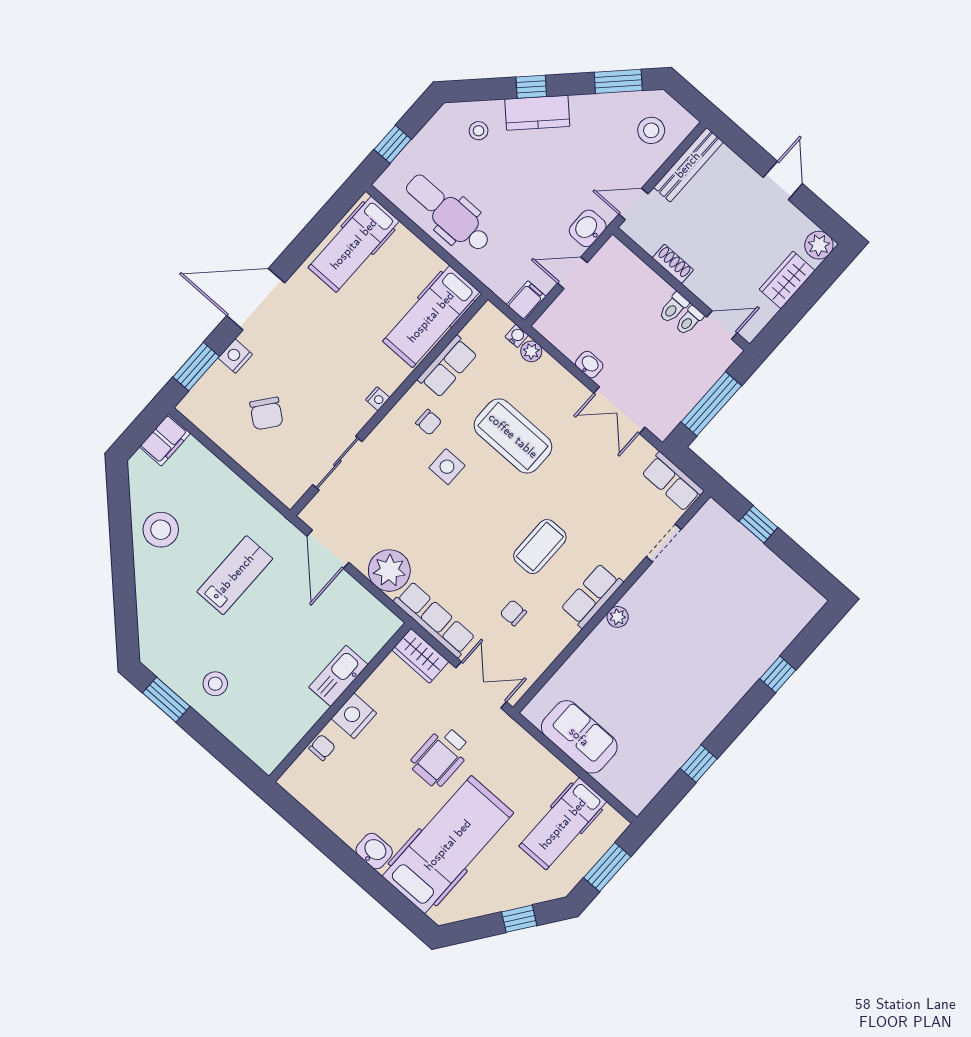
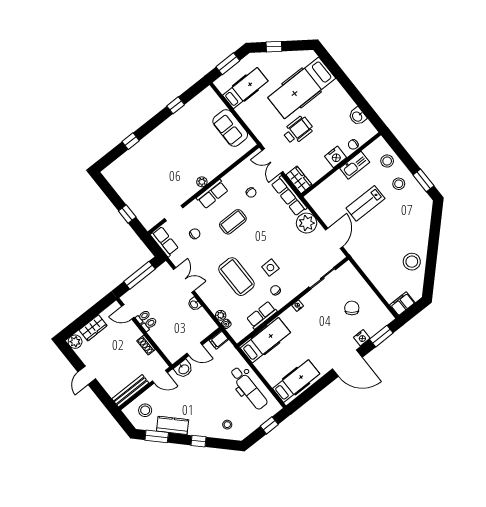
kitchen counter: (537, 113) -> (173, 425), moved
chair: (613, 508) -> (195, 234), added
lab bench: (235, 575) -> (365, 203), moved
kitchen sink: (338, 676) -> (355, 165), moved
stool: (247, 726) -> (387, 161), added
washbasin: (374, 851) -> (357, 116), moved

